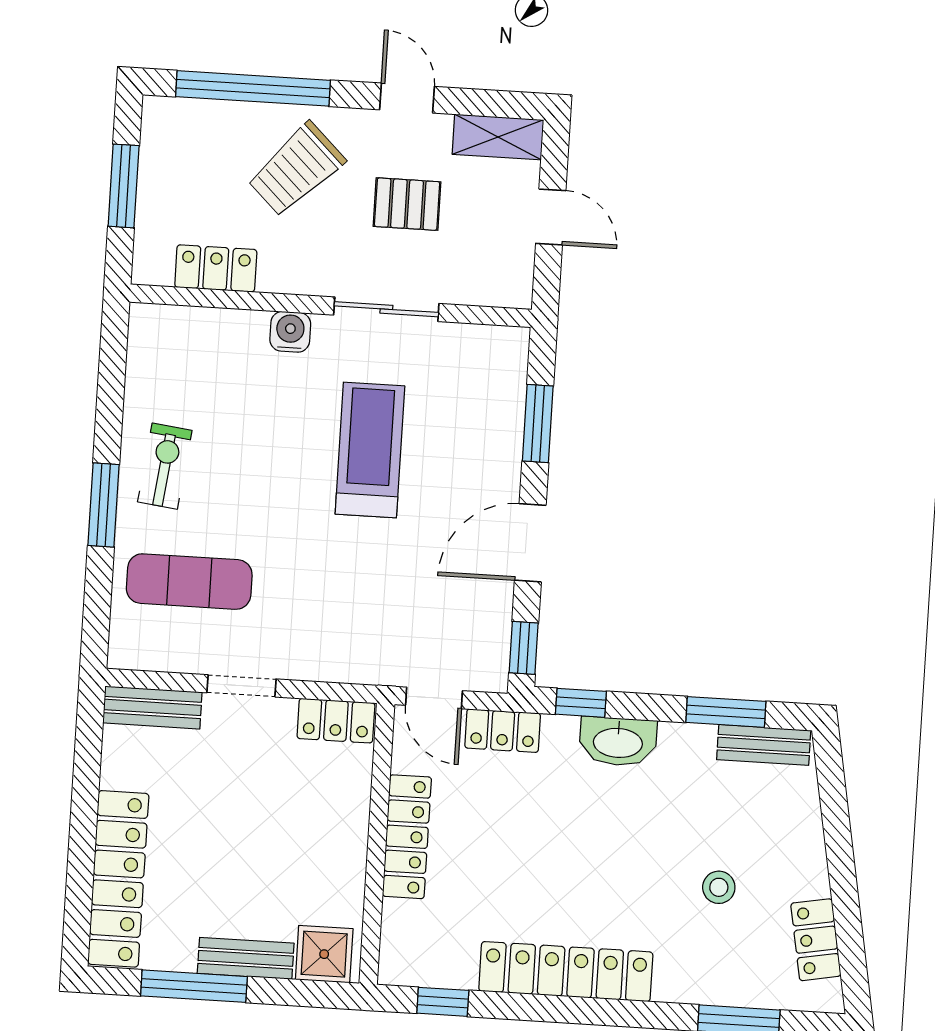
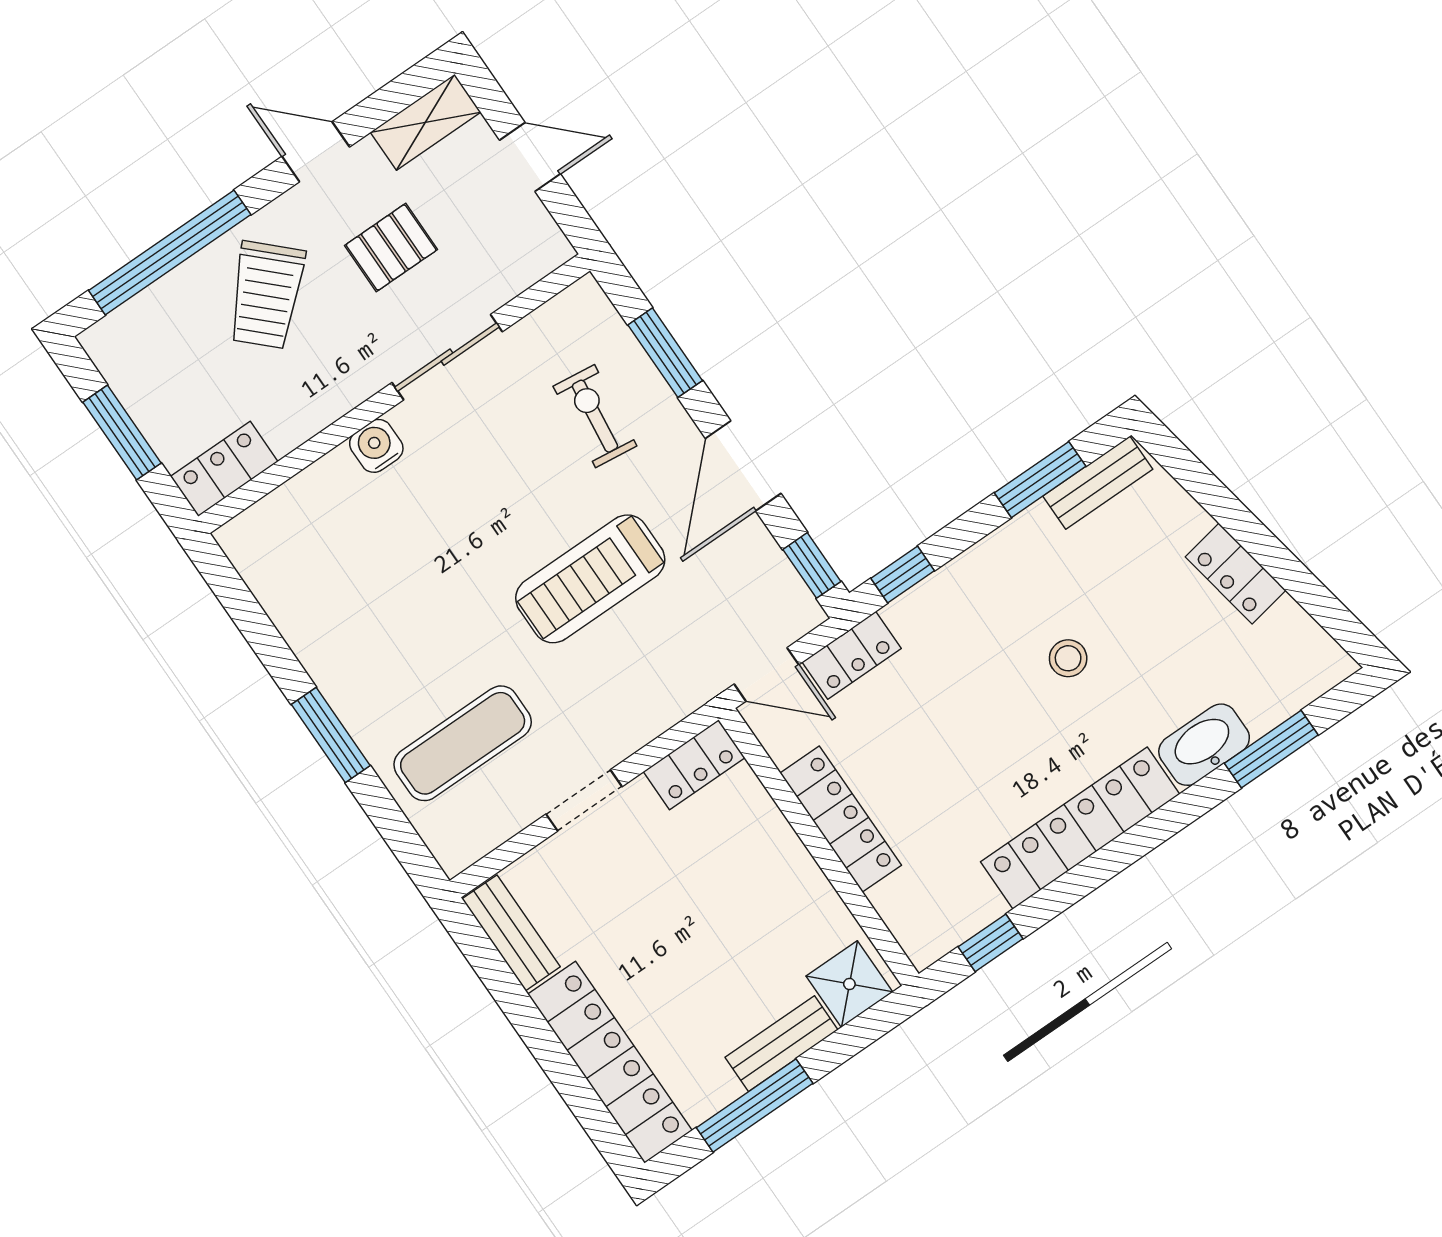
locker: (216, 268) -> (224, 469), moved
treadmill: (370, 450) -> (590, 579), moved, turned -90
exercise bike: (165, 466) -> (595, 416), moved
bench: (152, 707) -> (511, 933), moved, turned 90
washbasin: (618, 742) -> (1204, 745), moved, turned 180
stool: (719, 887) -> (1068, 658), moved
locker: (816, 940) -> (1236, 573), moved

